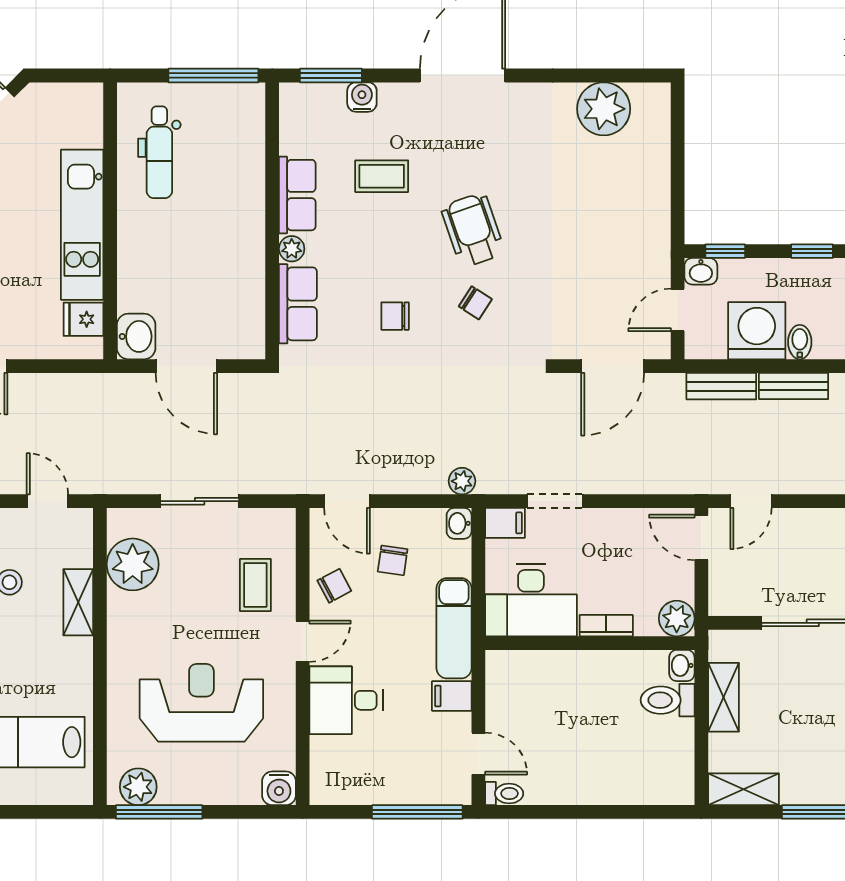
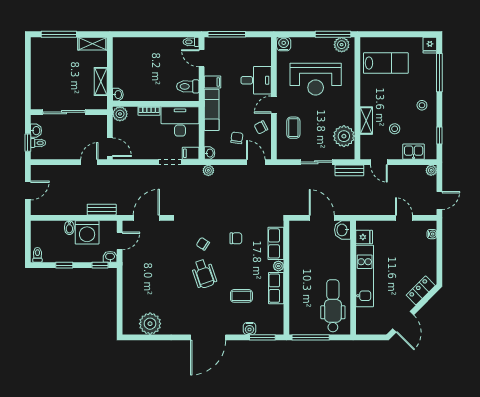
dental chair: (159, 152) -> (333, 306), width x1.36, depth x1.38
bench: (794, 386) -> (349, 170), moved
toilet: (668, 700) -> (188, 86), moved, turned 180

